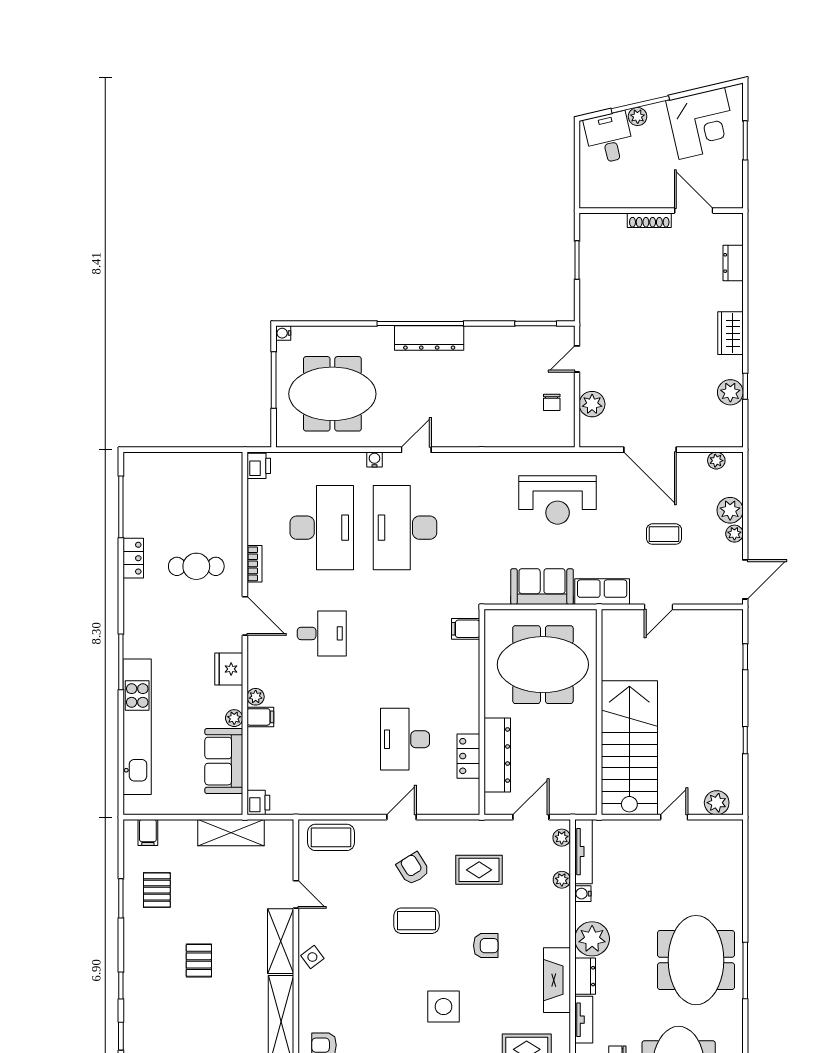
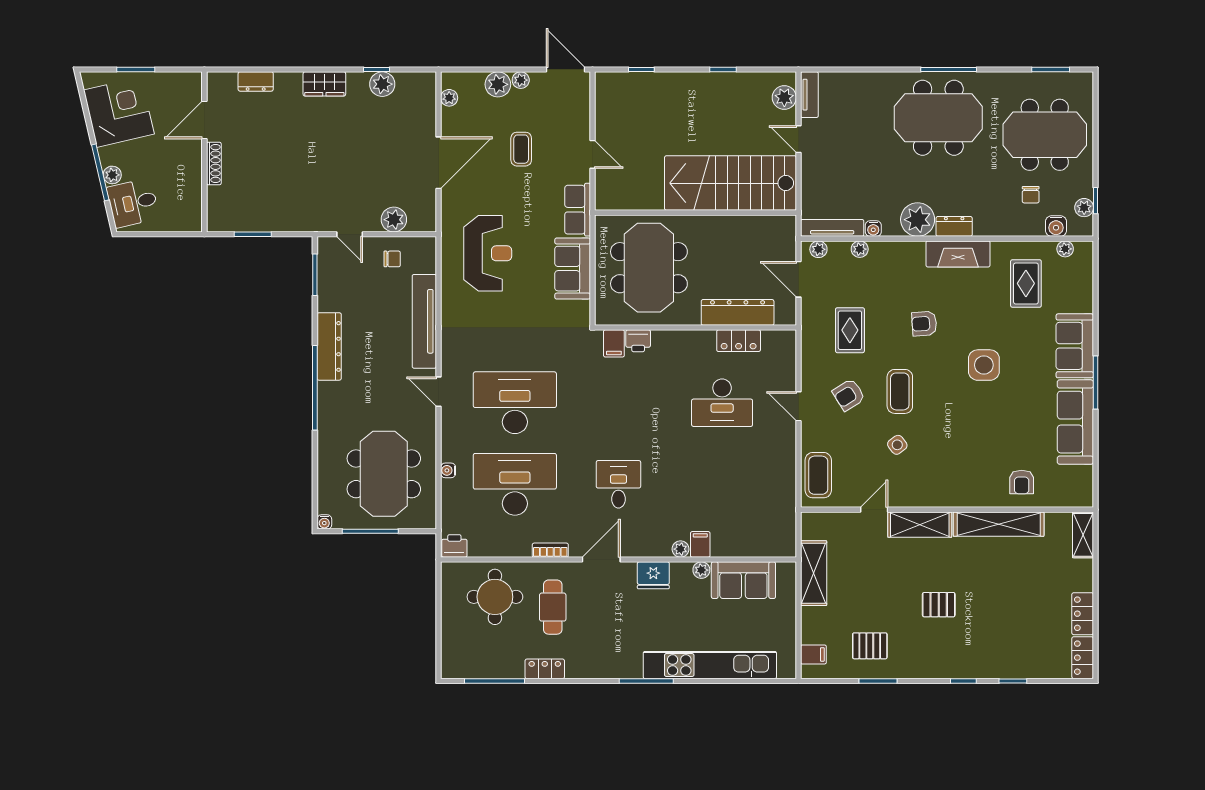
dresser: (429, 338) -> (329, 346), moved
tv unit: (488, 435) -> (424, 321), added
water cooler: (374, 459) -> (448, 470), moved
round table: (207, 507) -> (495, 597), added
desk: (405, 528) -> (515, 403), turned 180
printer: (258, 803) -> (638, 341), moved, turned 180
armchair: (486, 946) -> (924, 324), turned -94
side table: (312, 957) -> (897, 445), moved
tv unit: (584, 1020) -> (809, 95), moved, turned 90

